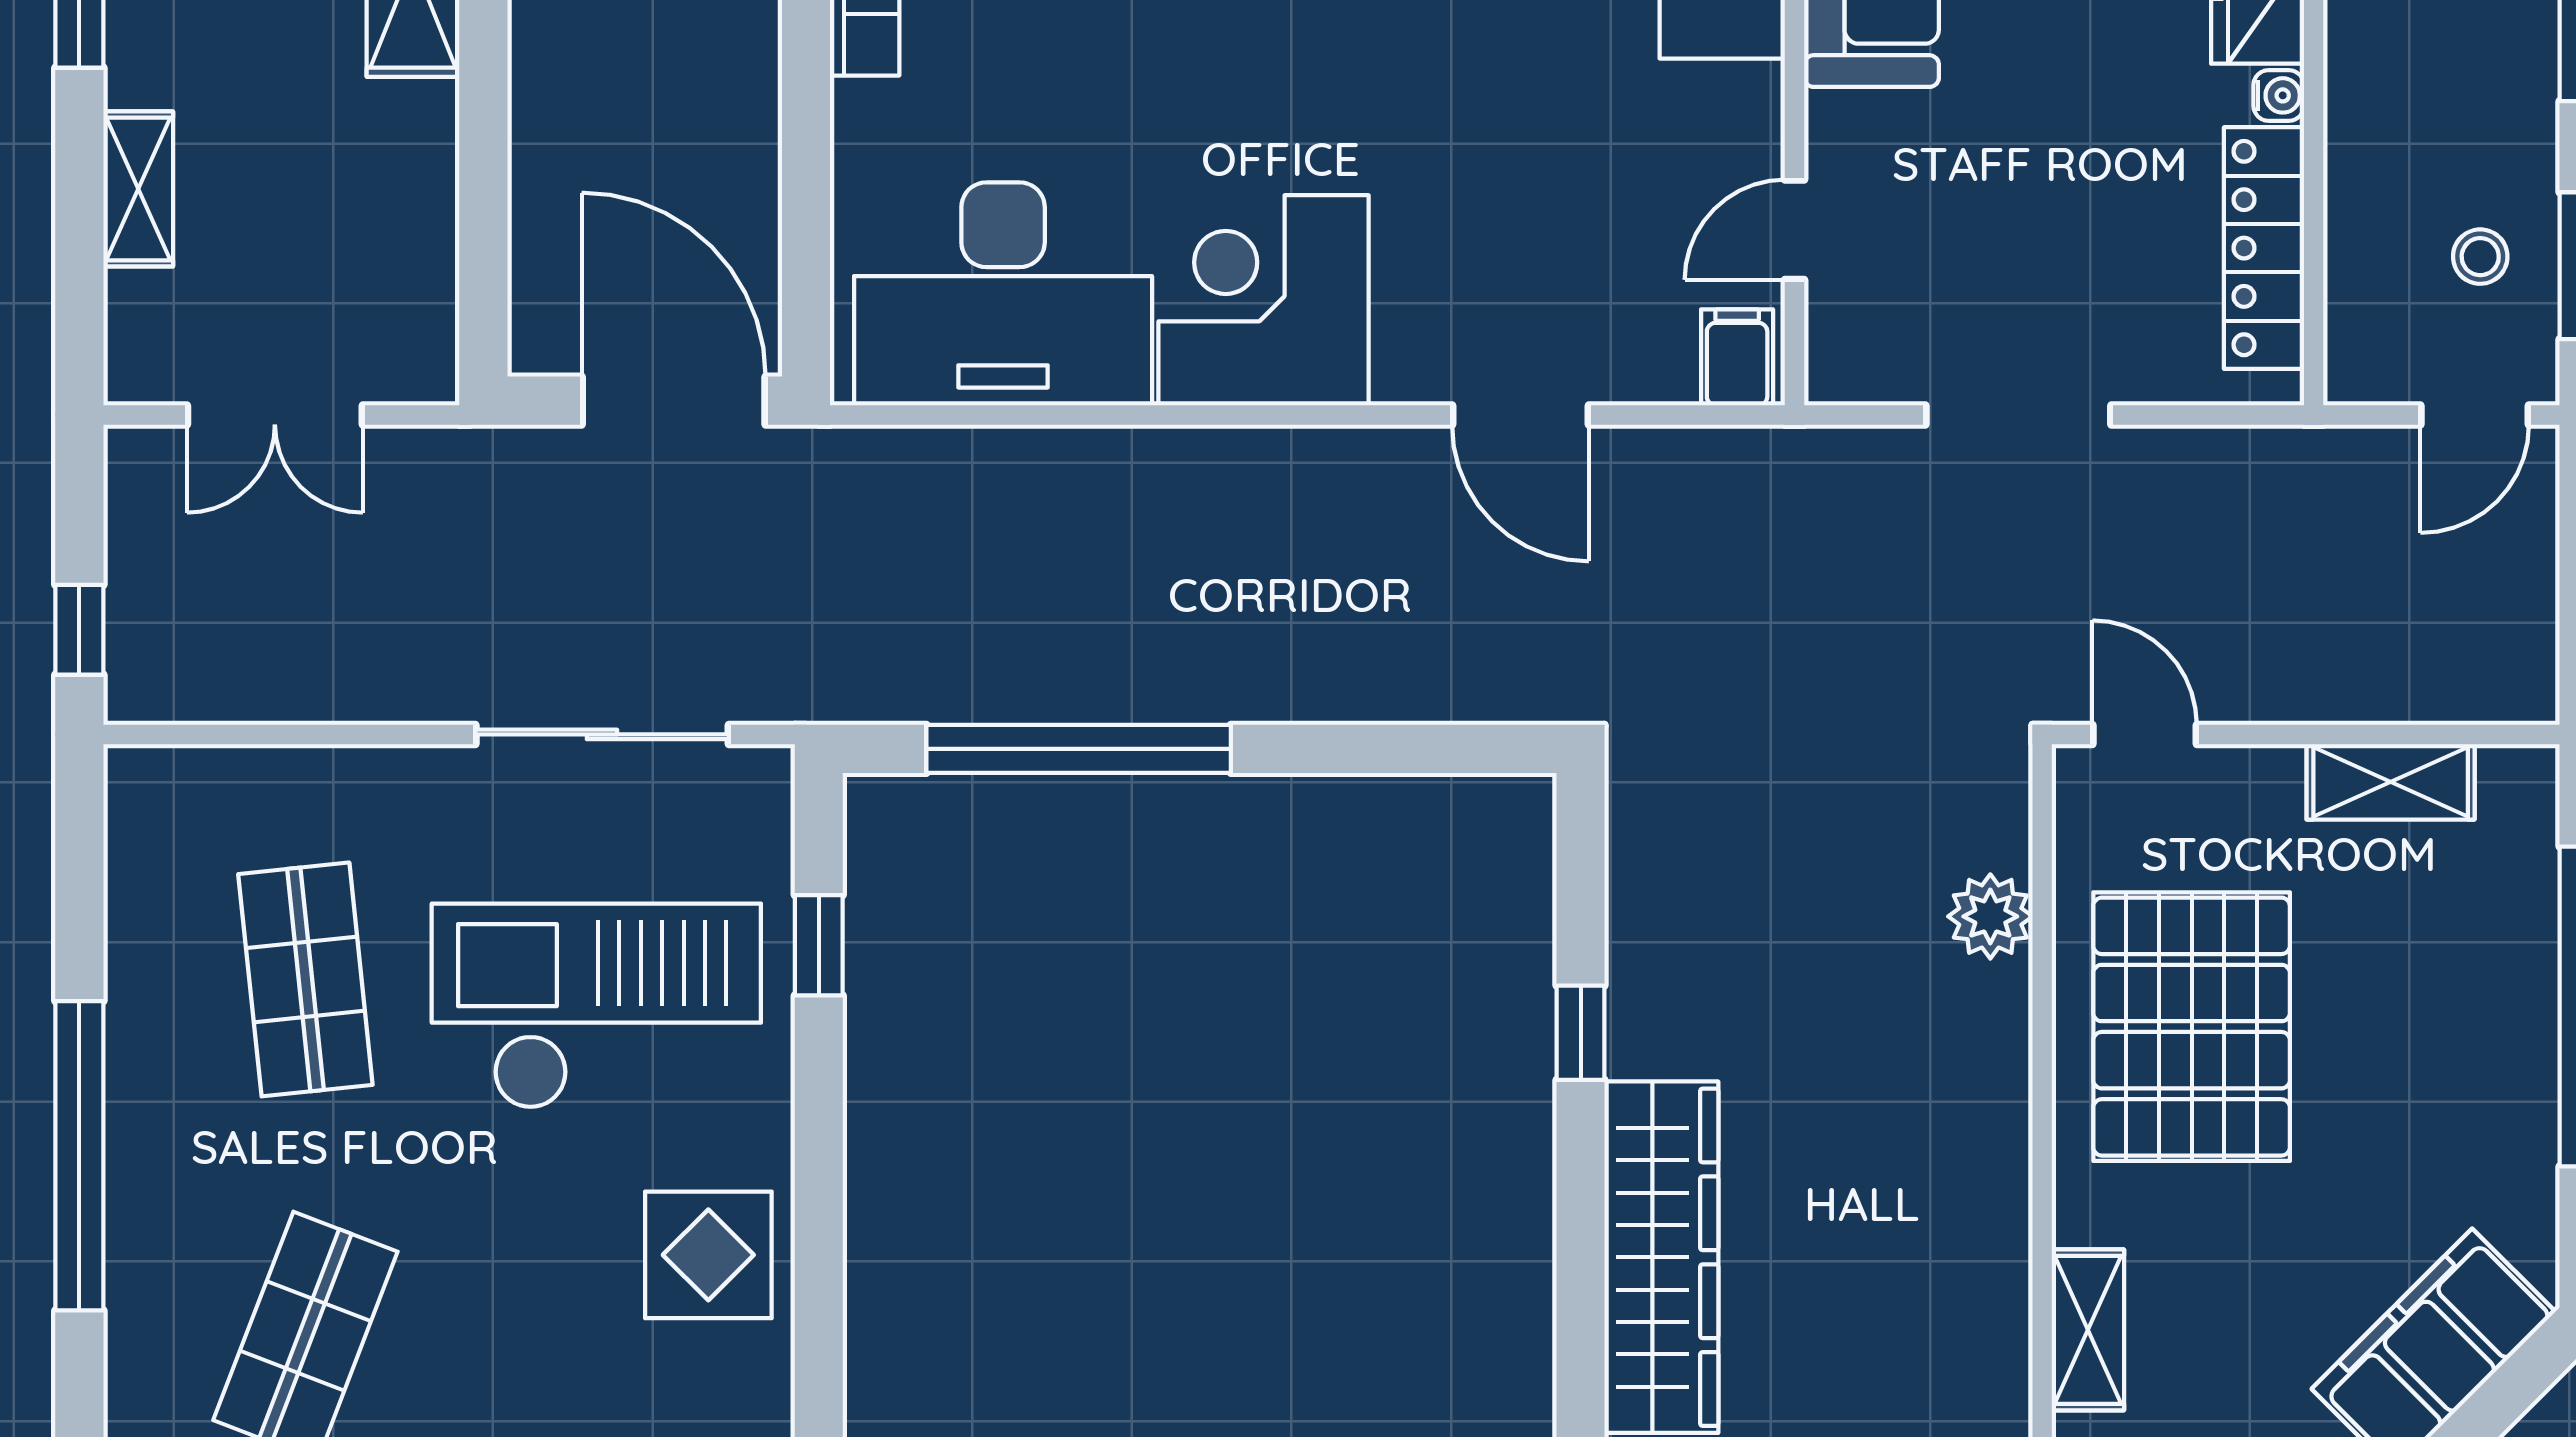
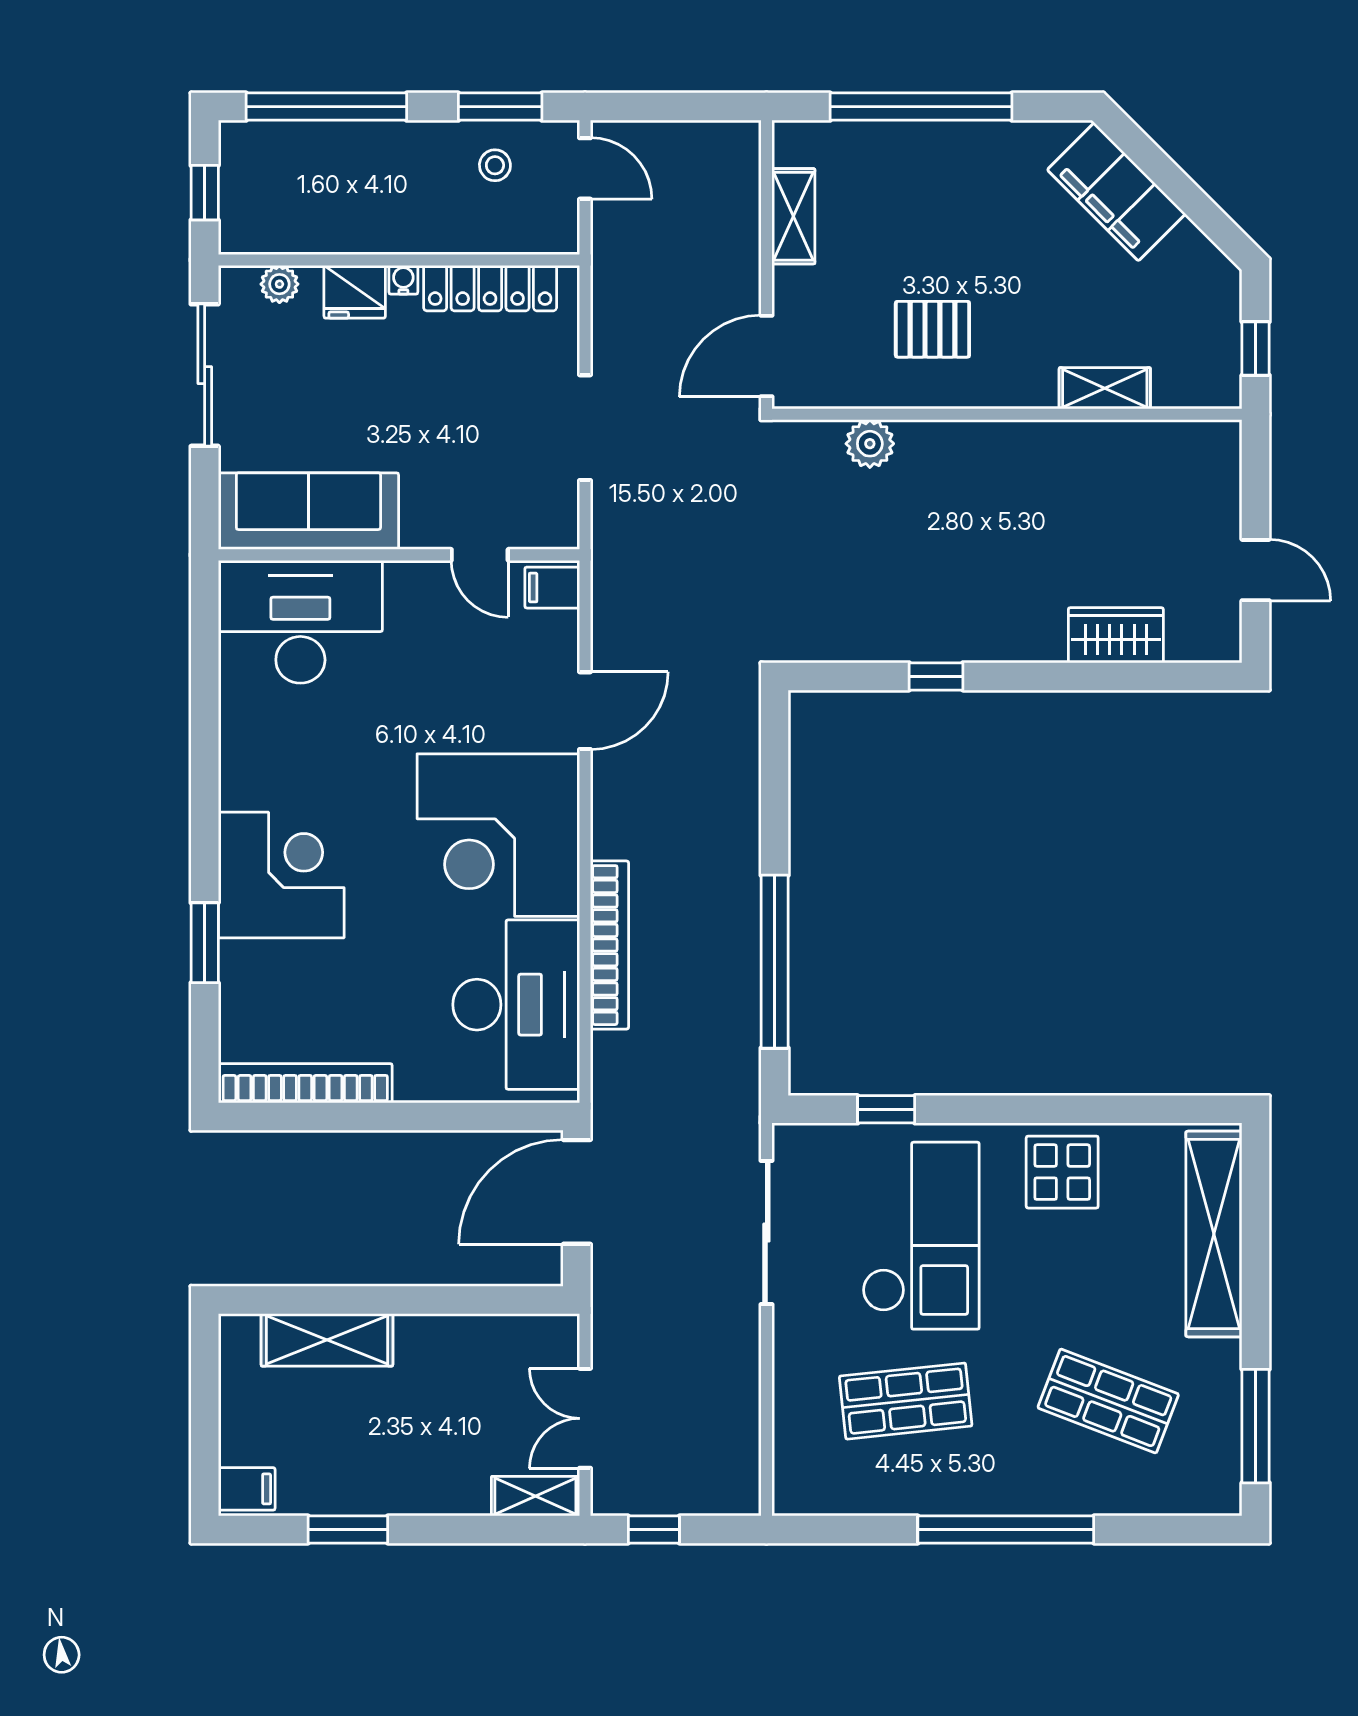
shelving: (138, 189) -> (535, 1496), moved
corner desk: (1264, 300) -> (498, 835), width x1.36, depth x1.36
double door: (275, 415) -> (585, 1418), swing flipped
bookcase: (1108, 458) -> (609, 945), added
window: (79, 630) -> (654, 1530), moved
door: (2145, 734) -> (766, 356), width x1.38
checkout: (596, 1006) -> (921, 1236), turned 180
pallet: (2192, 1027) -> (932, 329), width x0.49, depth x0.50
wardrobe: (1661, 1257) -> (1116, 635), width x0.48, depth x0.85

